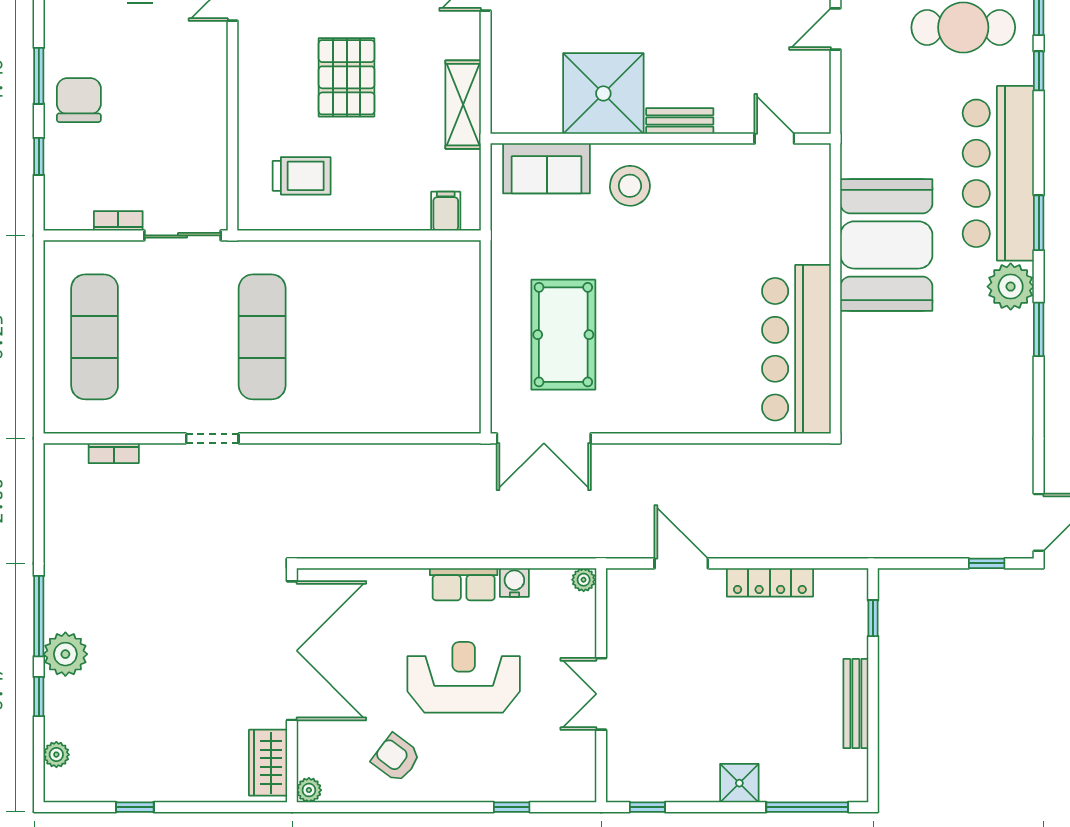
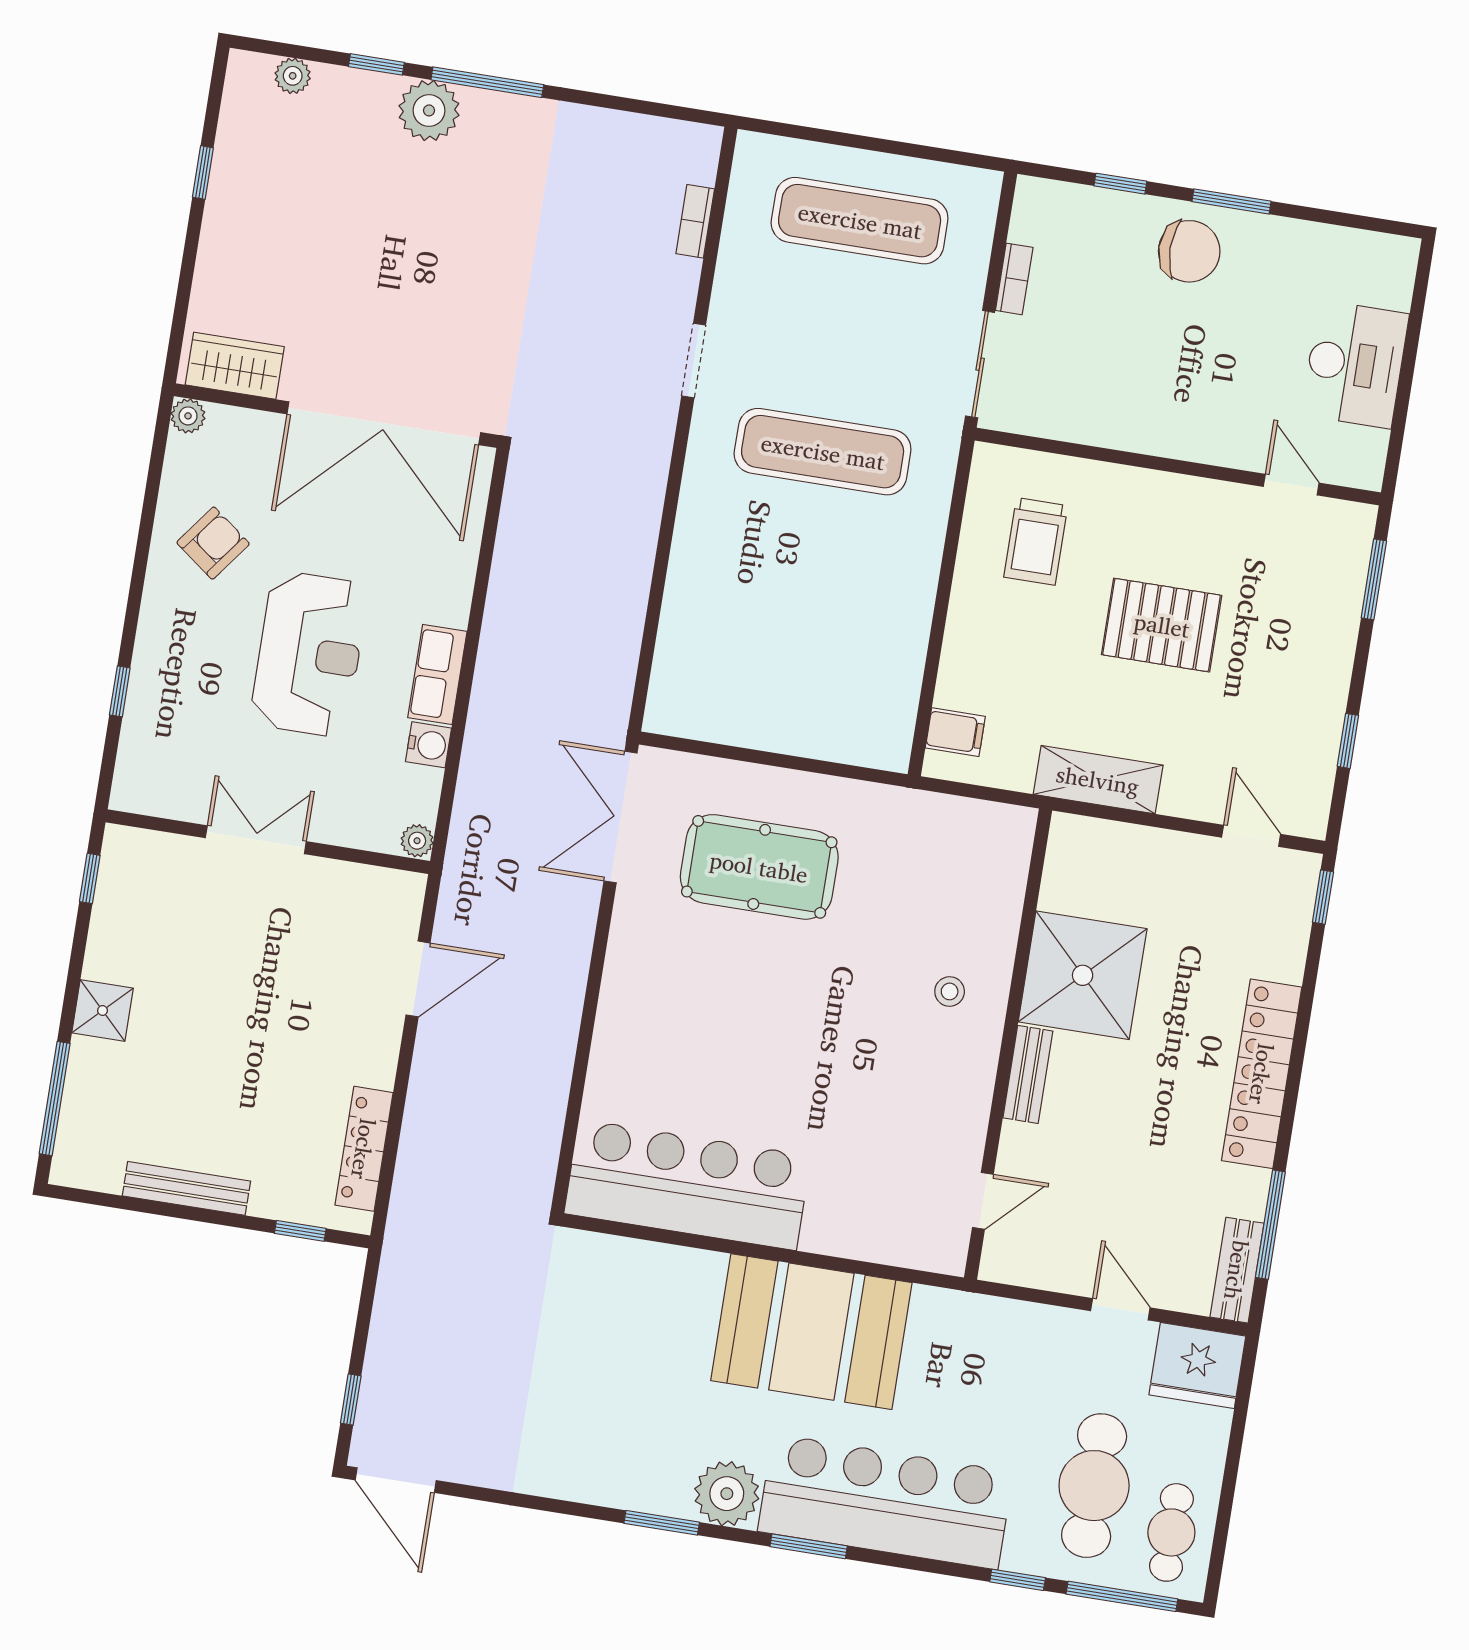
sofa: (547, 168) -> (992, 880), removed
stool: (630, 186) -> (950, 991), width x0.53, depth x0.53
locker: (770, 582) -> (364, 1149), moved

